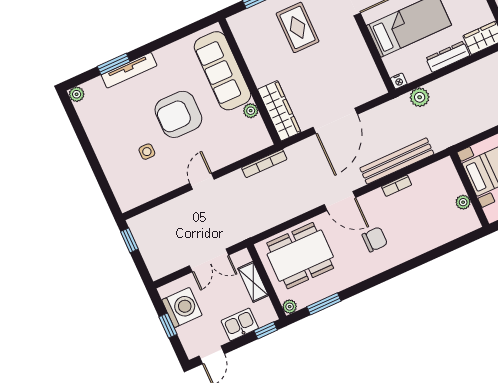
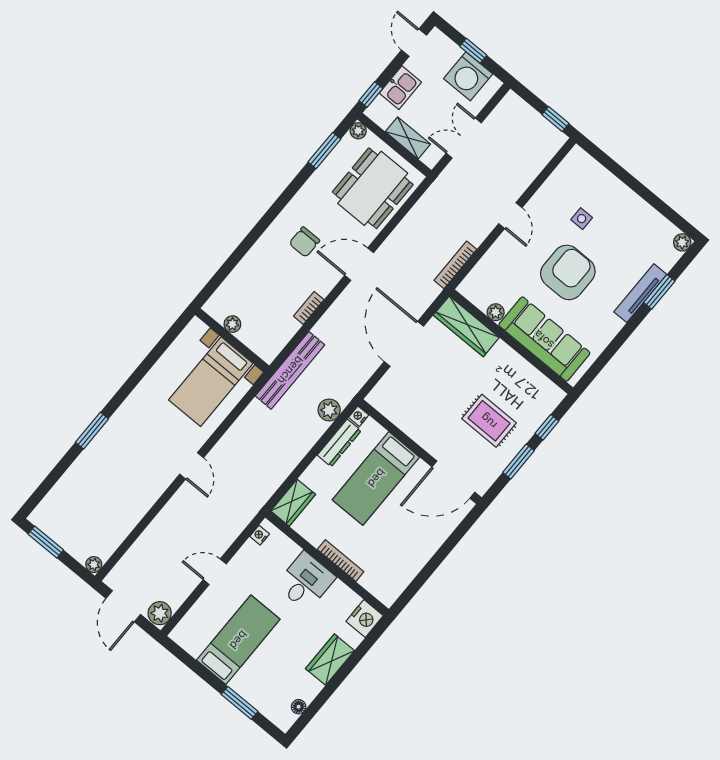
dresser: (448, 57) -> (339, 443), moved
bench: (397, 161) -> (290, 370), moved

